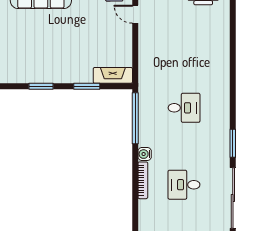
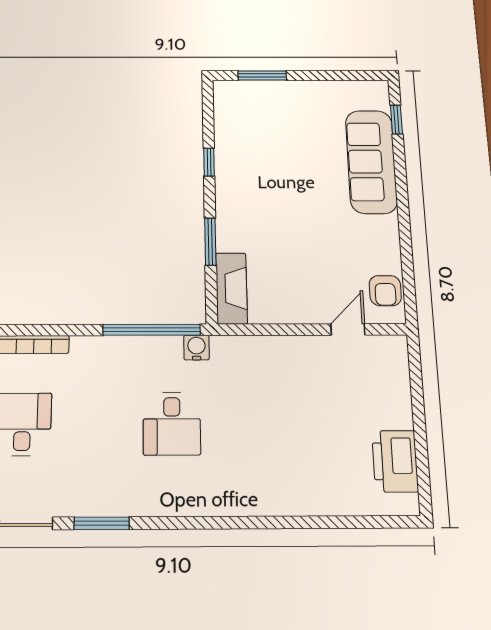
window: (41, 86) -> (209, 162), width x0.67
water cooler: (145, 154) -> (196, 348), moved

